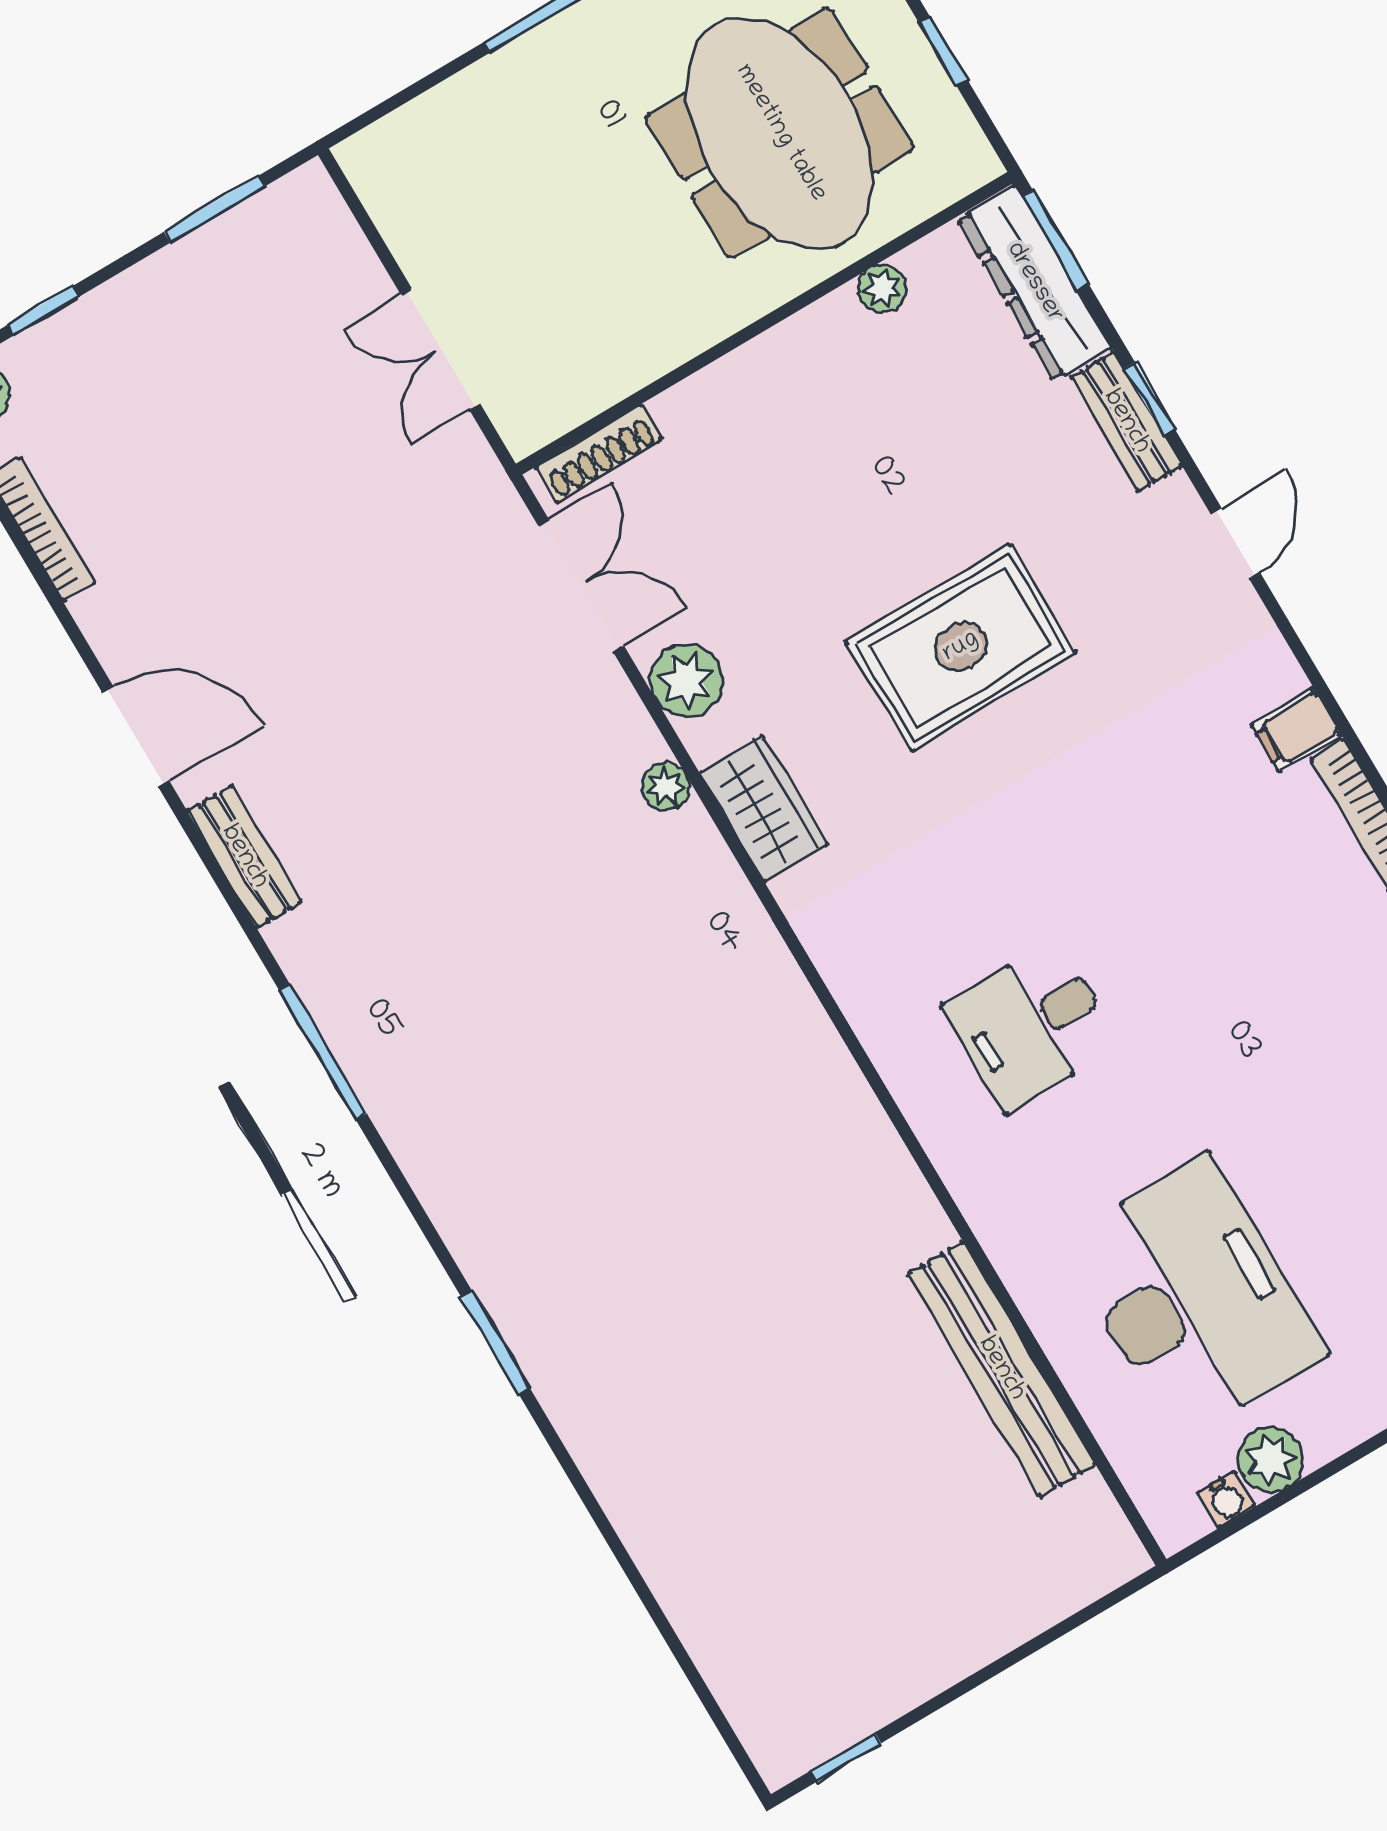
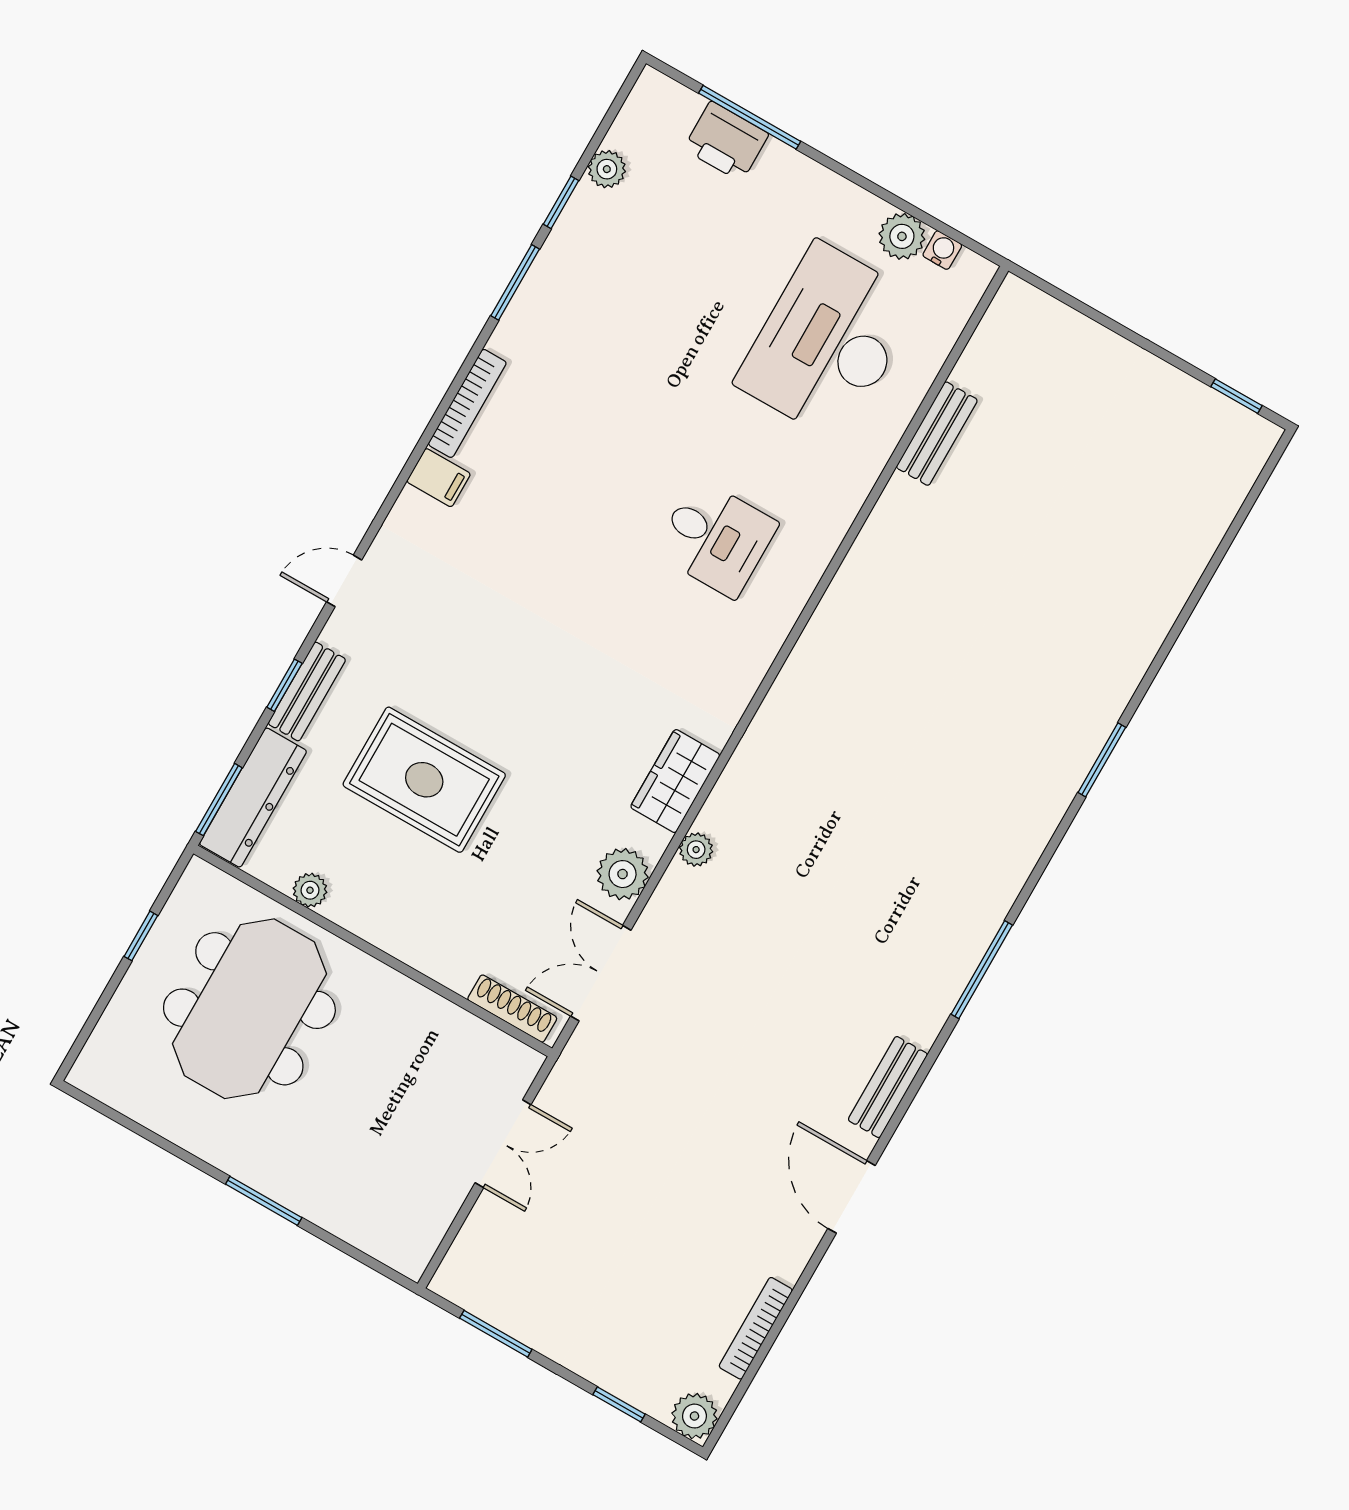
rug: (961, 647) -> (424, 780), moved
bench: (1001, 1369) -> (937, 434), width x0.54, depth x0.82

